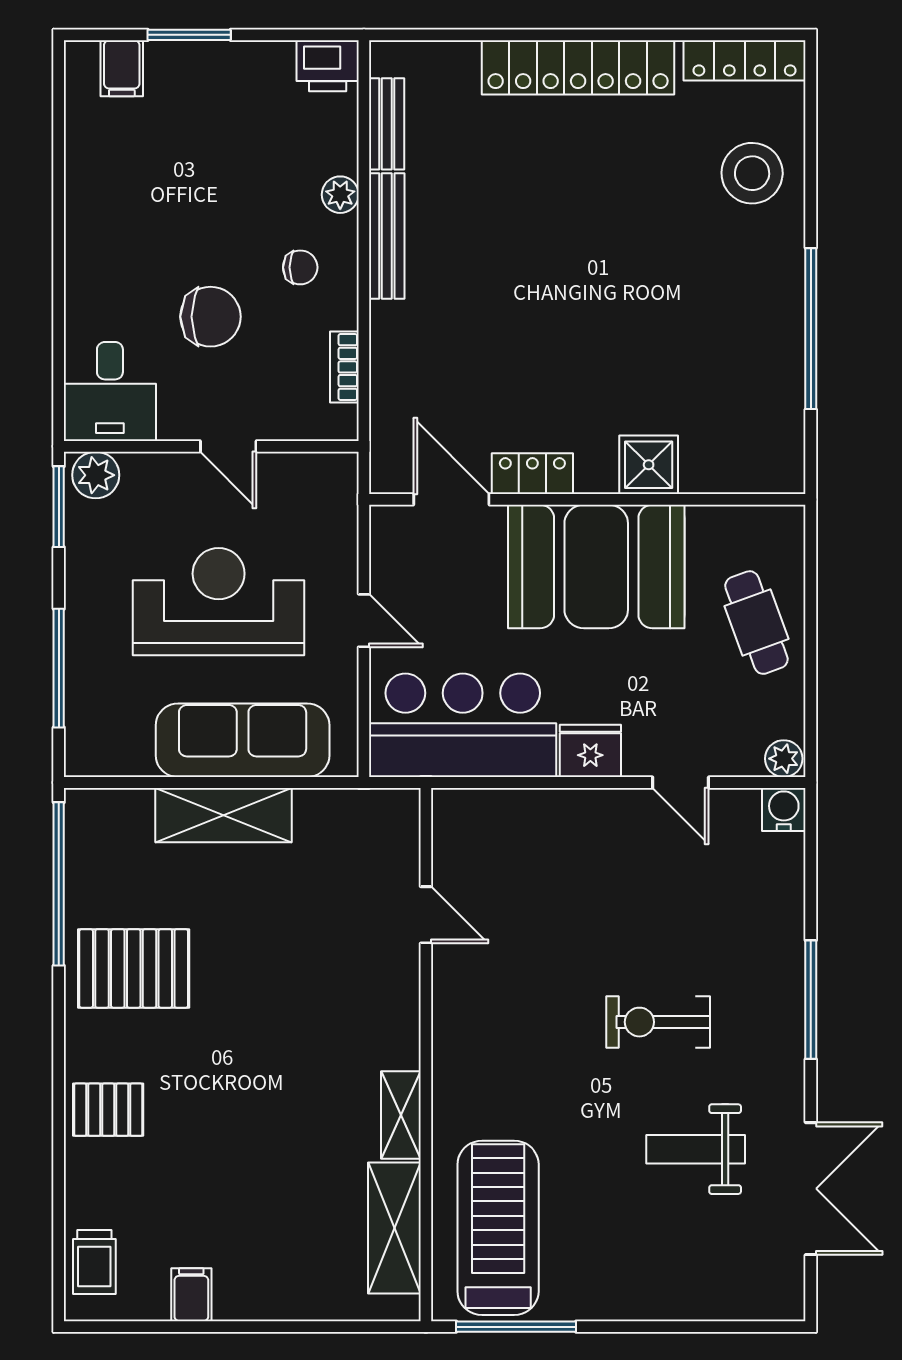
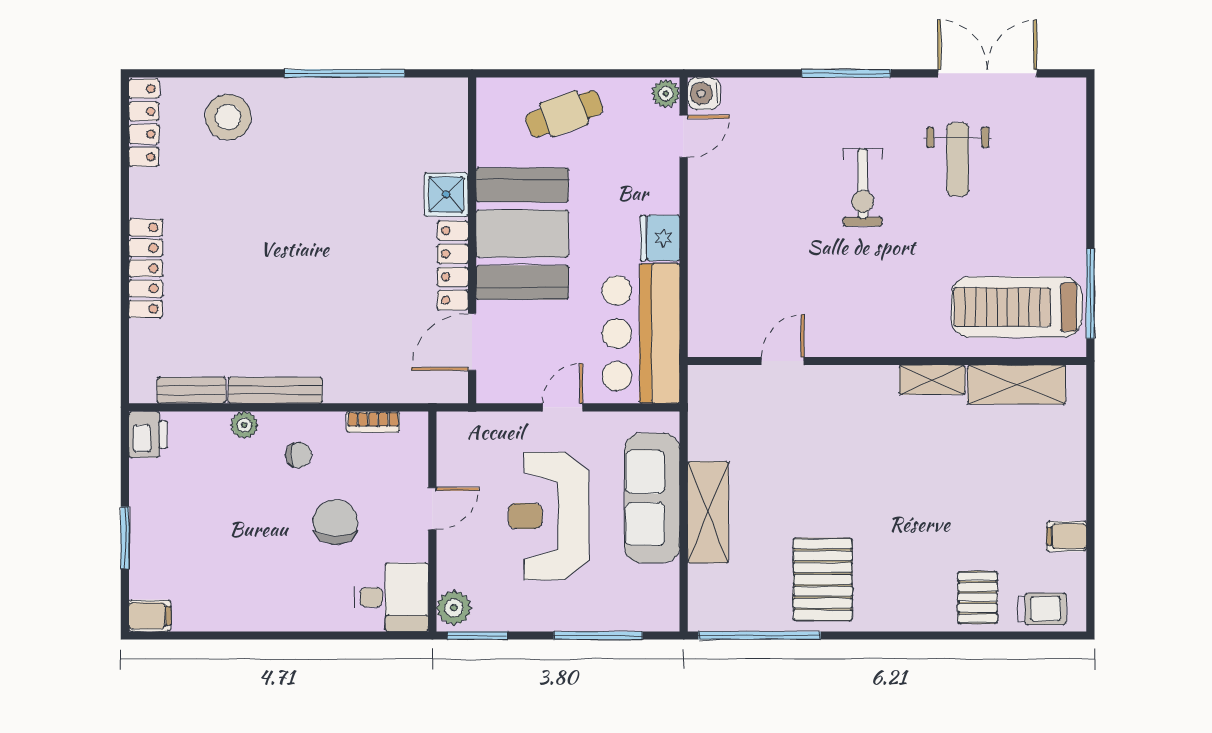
locker: (578, 67) -> (146, 268), width x0.71, depth x0.83
filing cabinet: (122, 68) -> (150, 616), moved
chair: (300, 267) -> (299, 455), turned 90
locker: (532, 474) -> (453, 265), width x1.53
door: (681, 783) -> (684, 137), moved
pallet: (108, 1110) -> (978, 597), moved

